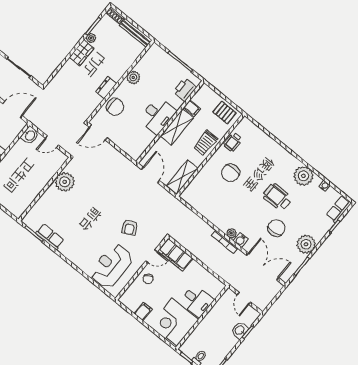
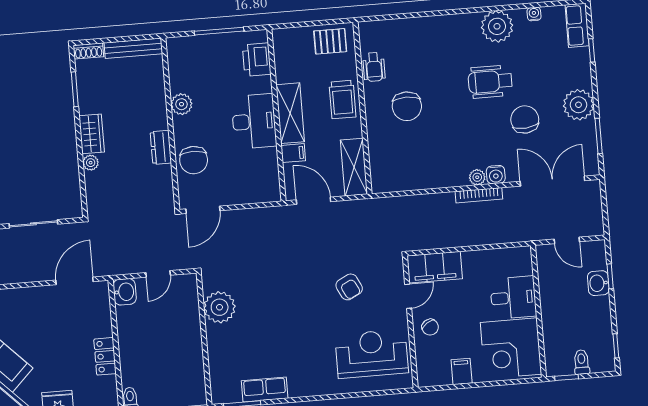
plant: (91, 38) -> (91, 163), moved
chair: (115, 107) -> (194, 160), turned 90
filing cabinet: (192, 108) -> (293, 153), moved
reception desk: (111, 266) -> (372, 354), turned 90

